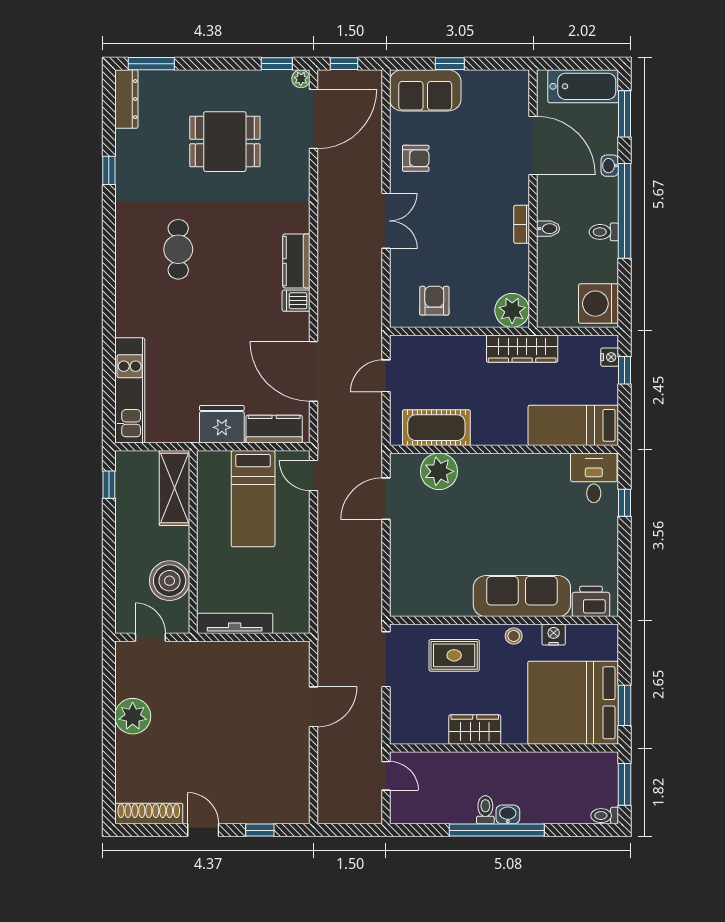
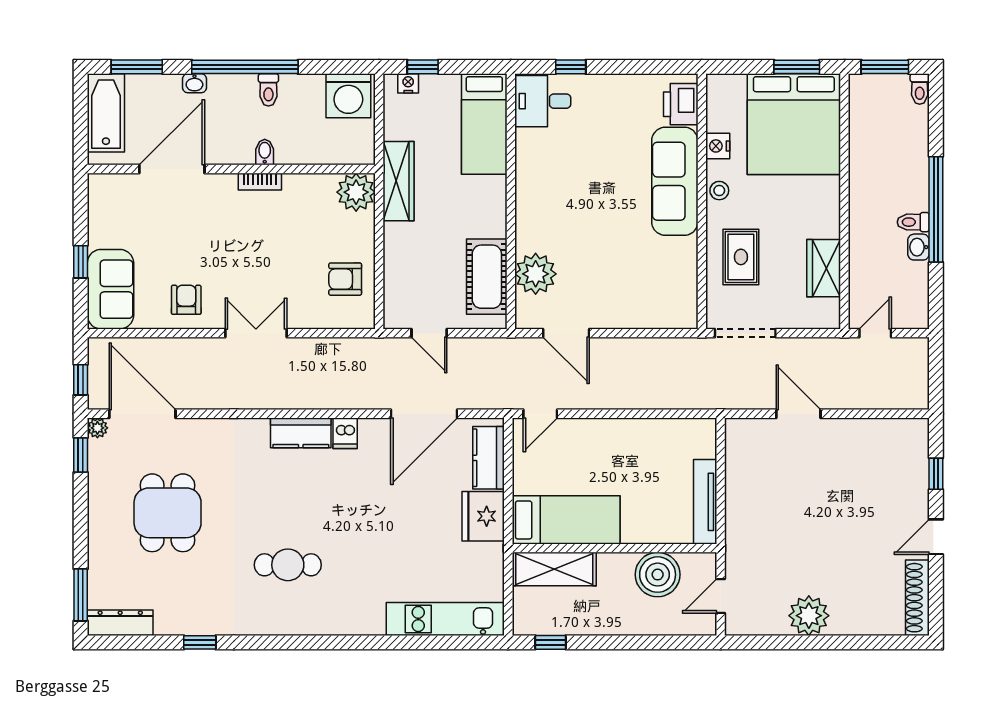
bed: (253, 499) -> (566, 520), moved
wardrobe: (475, 730) -> (824, 268), moved
washbasin: (508, 814) -> (918, 247), moved

